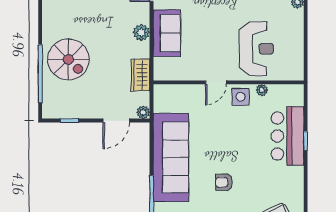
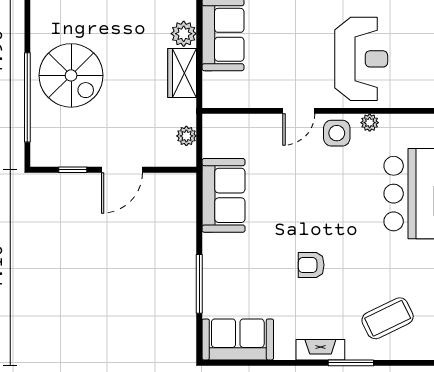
wardrobe: (140, 75) -> (182, 73), moved
plant: (143, 112) -> (186, 136), moved
door: (116, 121) -> (122, 170), moved
sofa: (171, 157) -> (223, 195), width x0.54, depth x0.79

